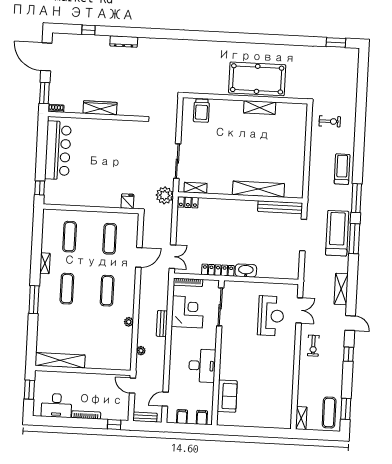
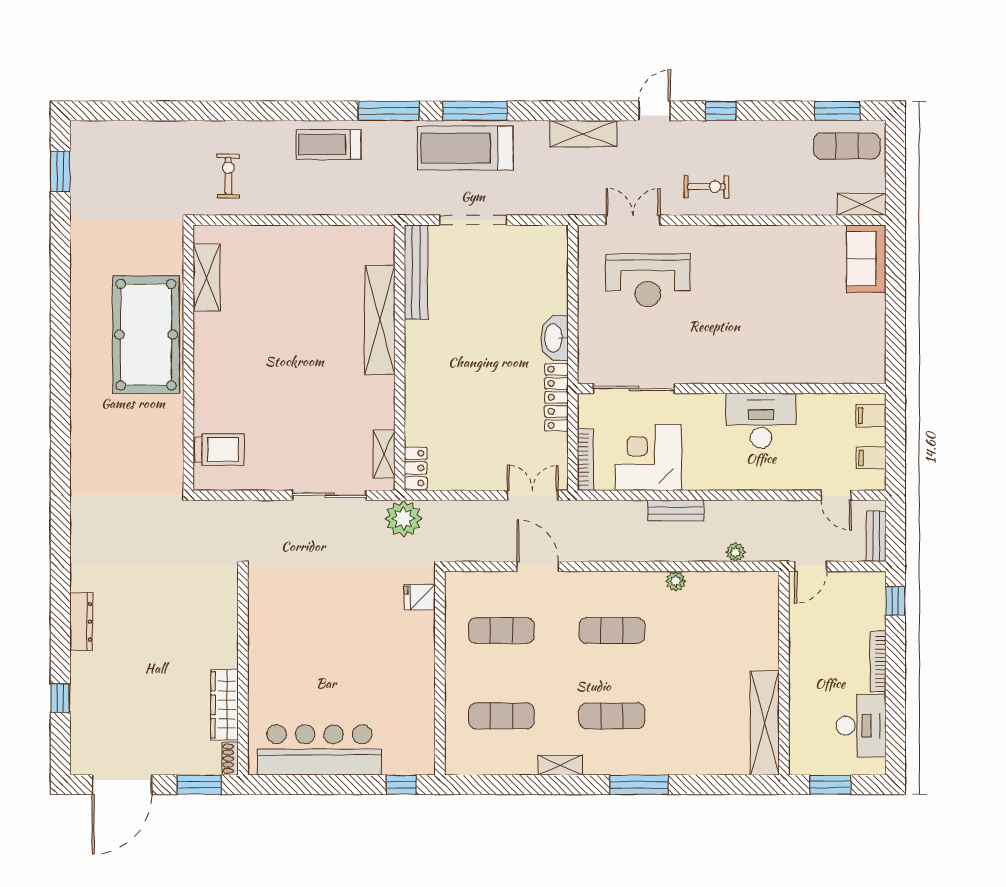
wardrobe: (100, 108) -> (225, 705), moved
shelving: (260, 108) -> (207, 278), moved
reception desk: (271, 316) -> (648, 280), turned 180
sofa: (227, 396) -> (866, 259), moved, turned -90

